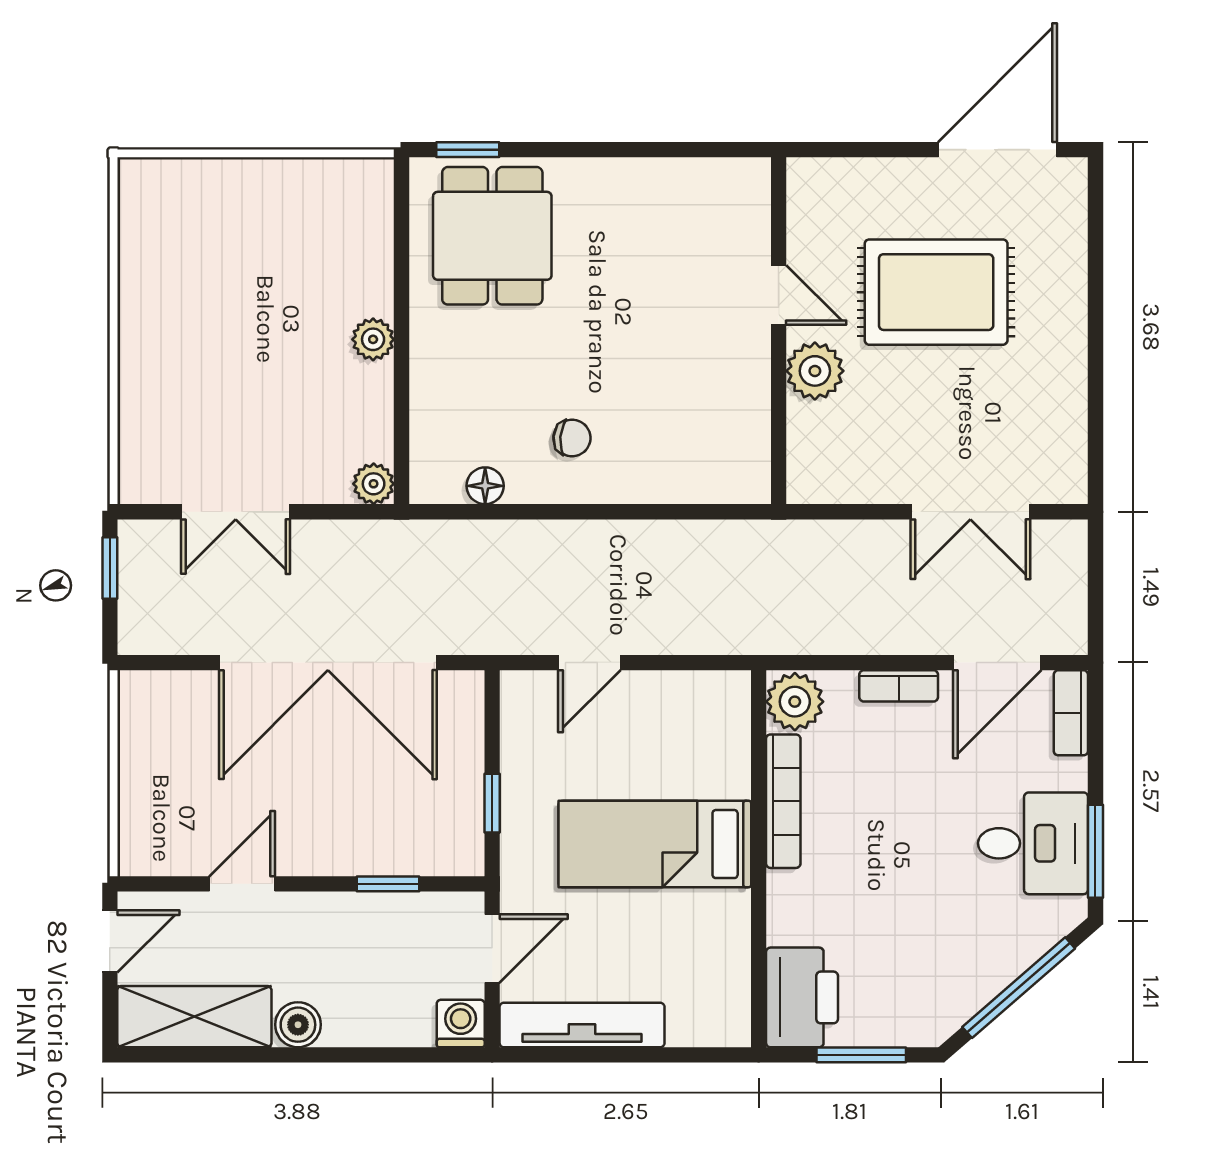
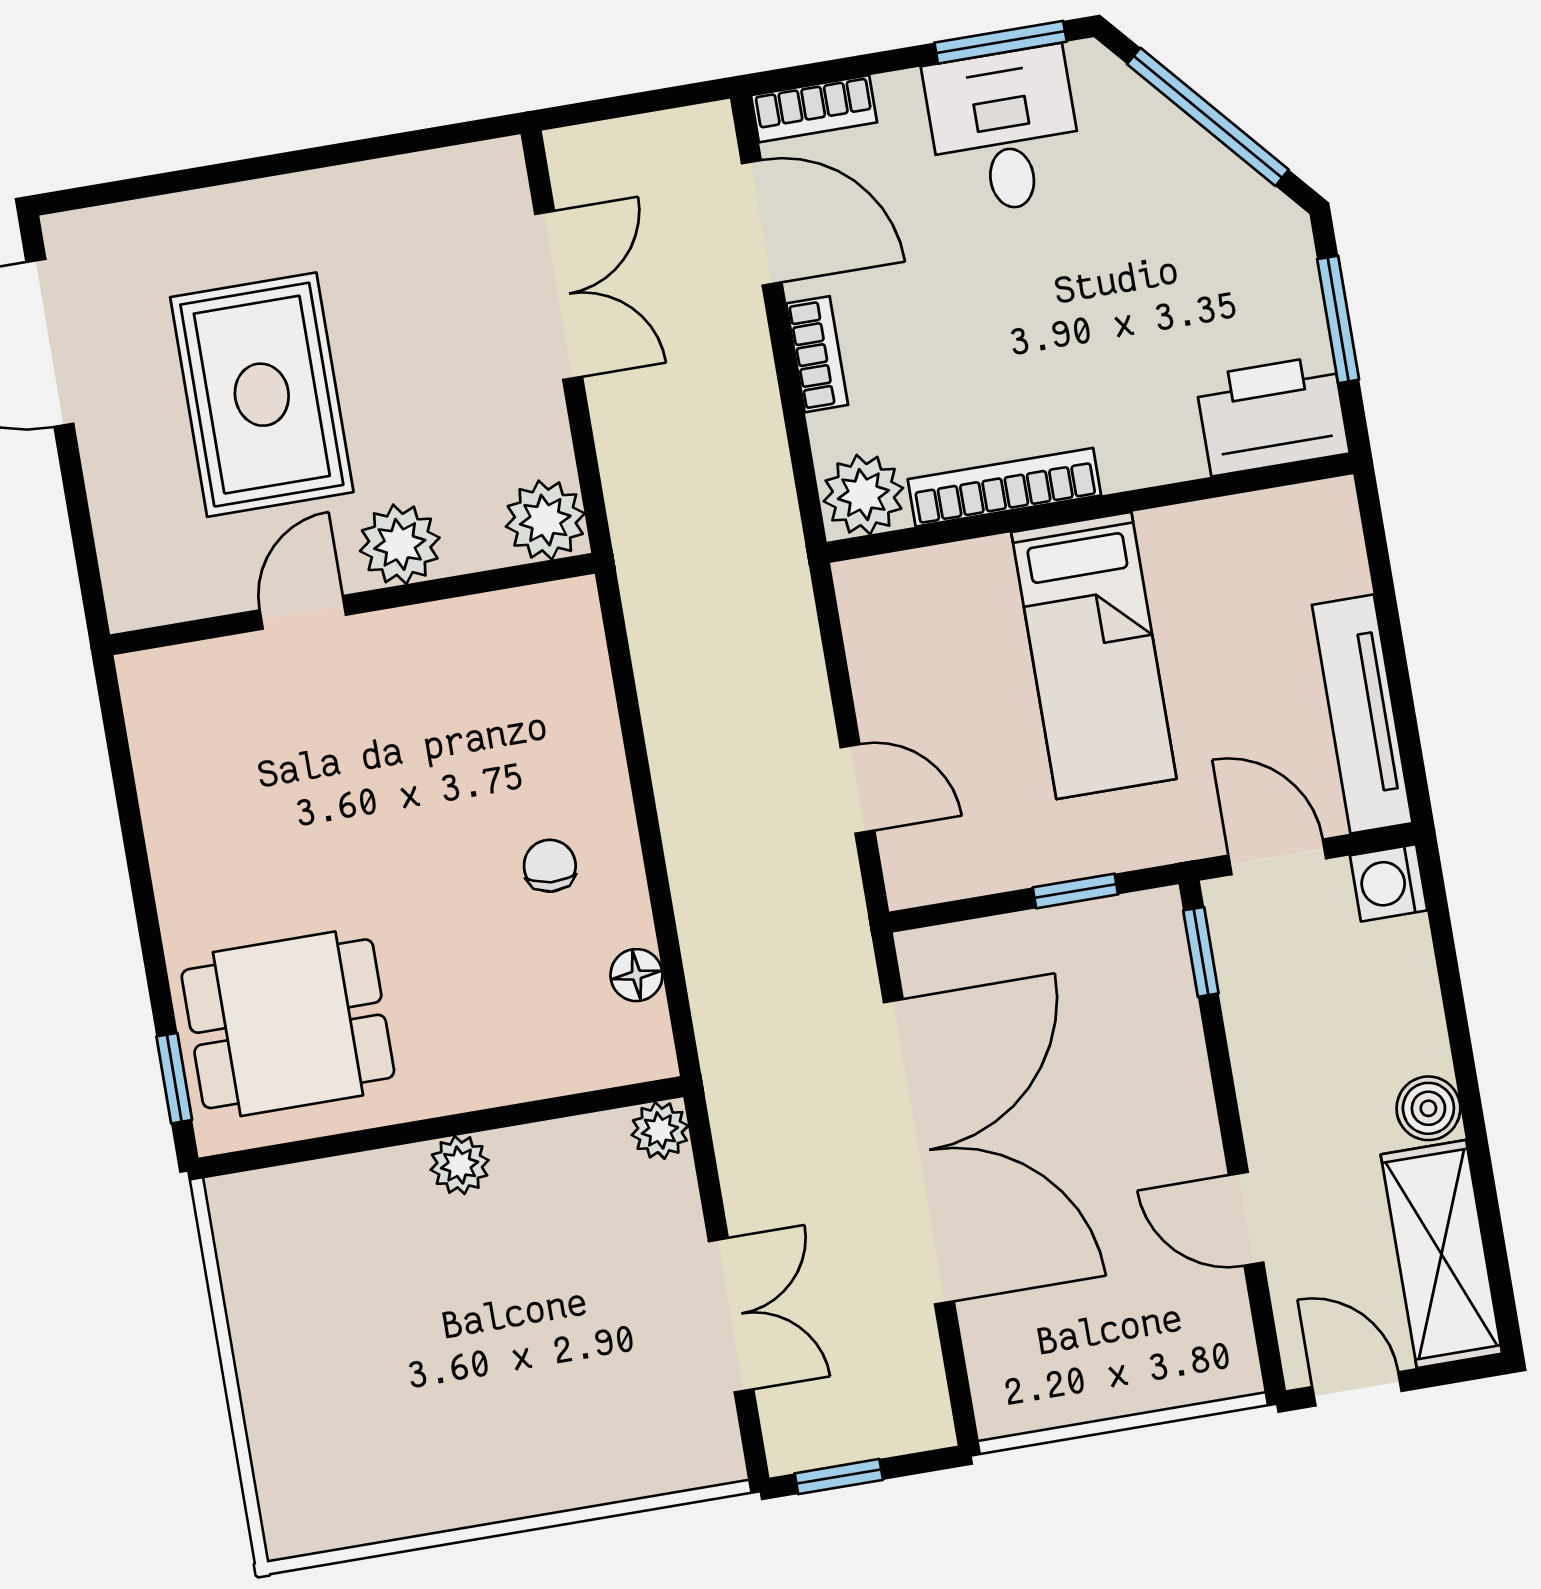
plant: (815, 476) -> (545, 520), added
window: (388, 884) -> (1201, 952), moved

